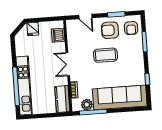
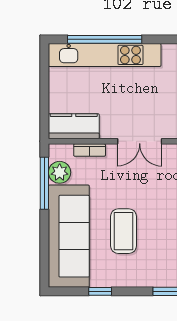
coffee table: (106, 55) -> (123, 231), moved
double door: (68, 64) -> (140, 141), swing flipped

